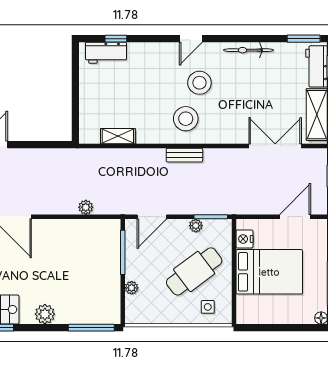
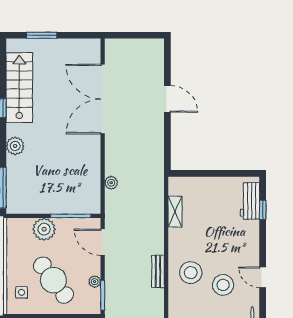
plant: (132, 288) -> (44, 229), width x1.88, depth x1.88

